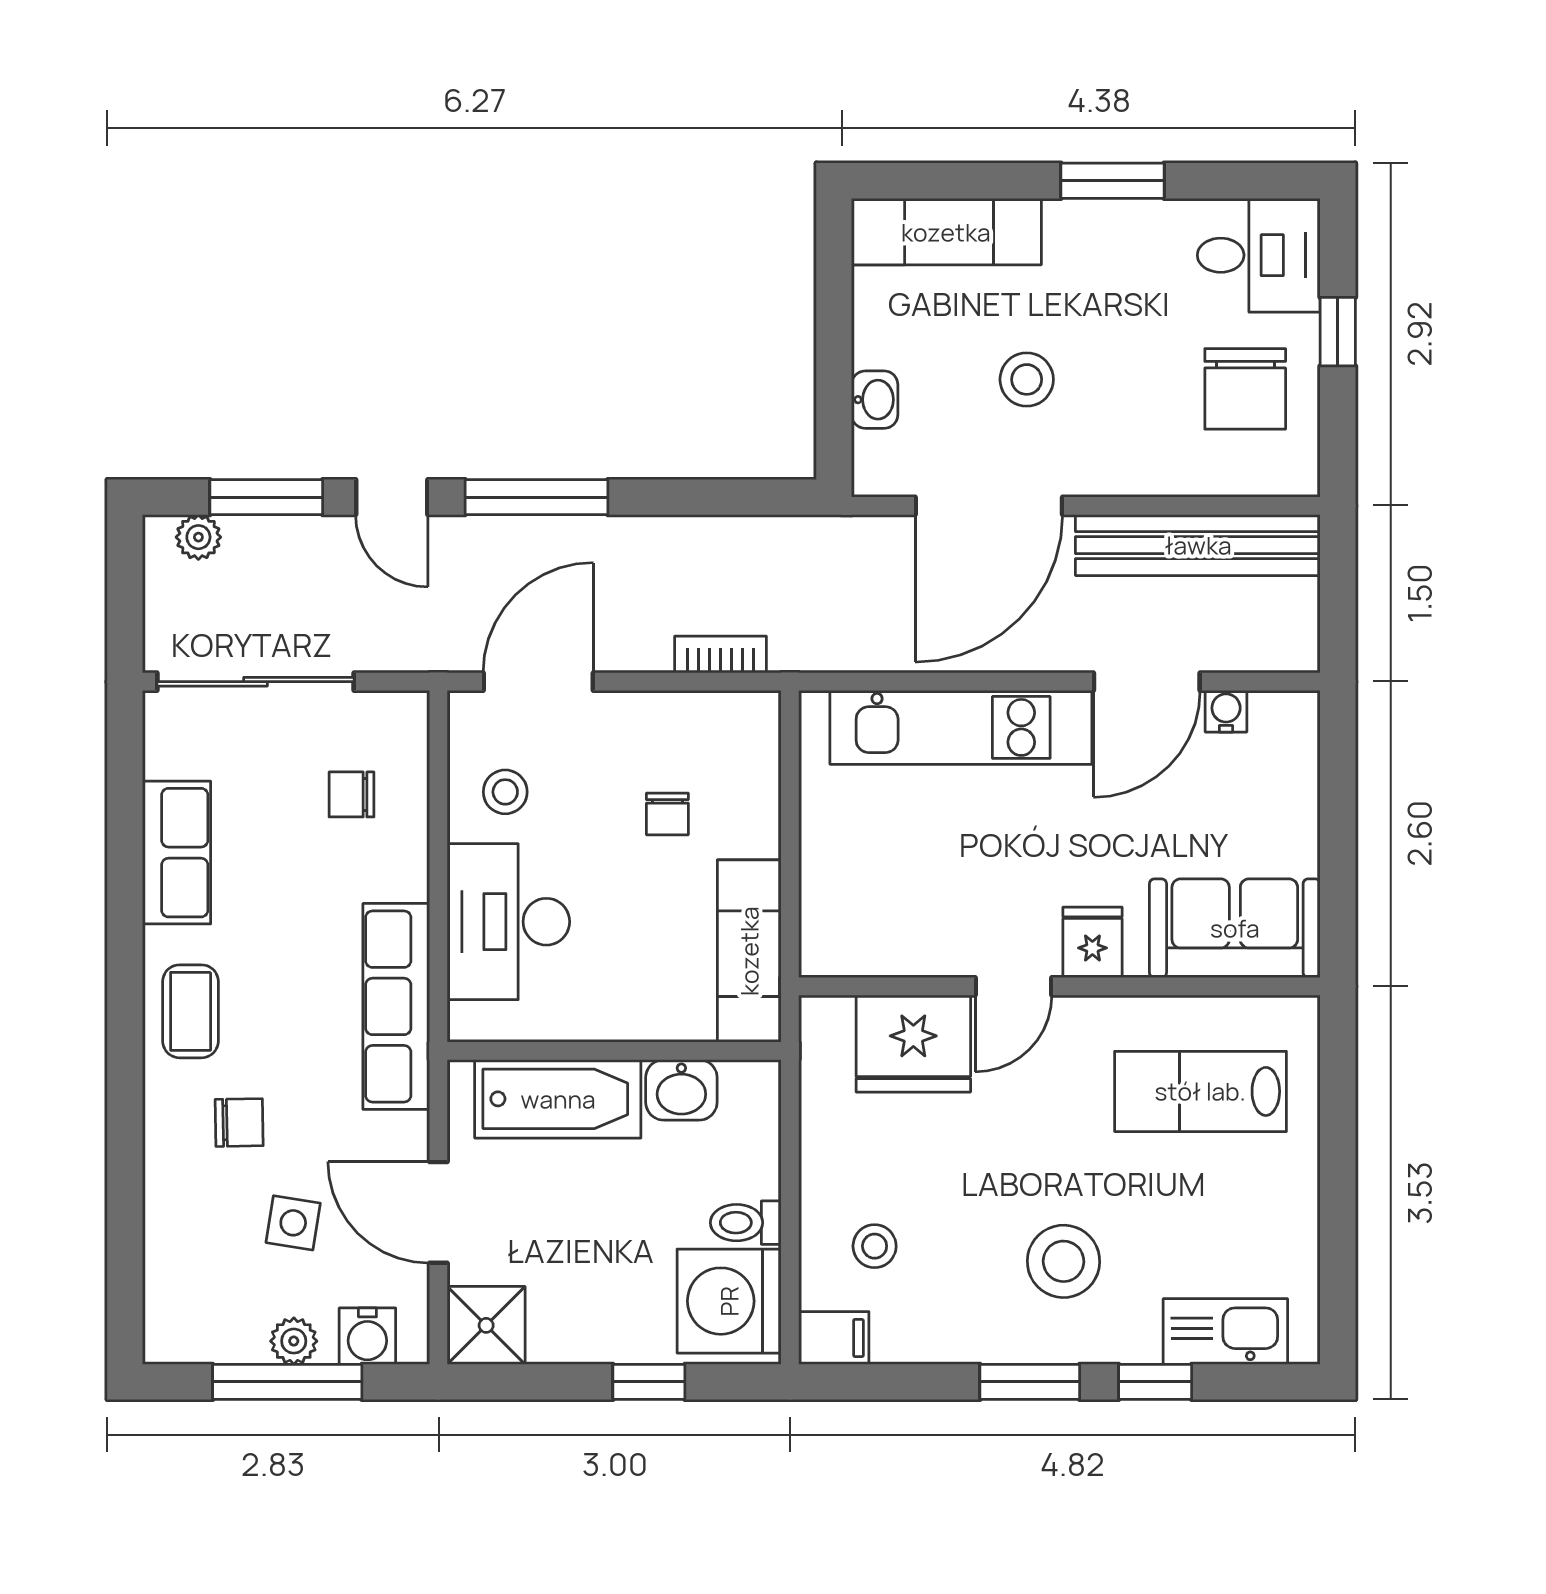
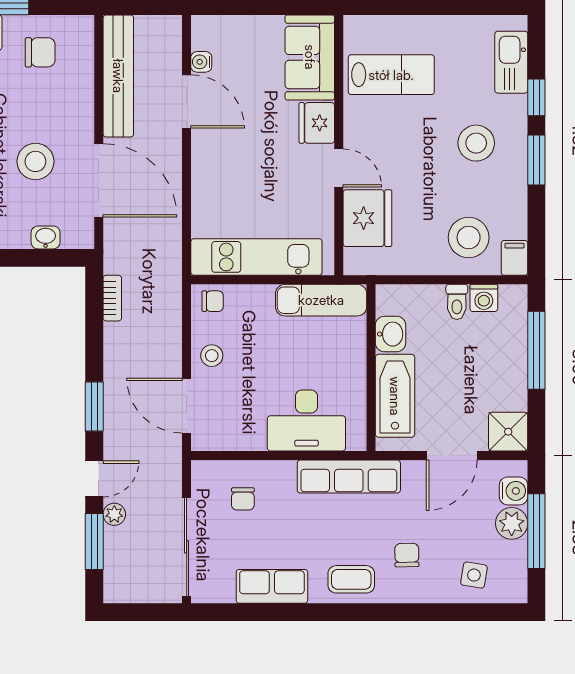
stool: (1027, 379) -> (35, 161), width x1.38, depth x1.38
chair: (1245, 389) -> (40, 52), width x0.73, depth x0.73
window: (536, 497) -> (94, 407), width x0.69
plant: (198, 537) -> (114, 514), moved
bookcase: (720, 655) -> (112, 298), moved, turned 180
kitchen unit: (961, 727) -> (256, 257), moved, turned -90
stool: (505, 792) -> (212, 356), moved
chair: (667, 814) -> (213, 301), moved
fridge: (1092, 942) -> (317, 123), width x1.38
lab bench: (1200, 1091) -> (391, 75), turned -90
side table: (293, 1223) -> (474, 575), moved
stool: (875, 1246) -> (469, 238), width x1.89, depth x1.89
washing machine: (729, 1301) -> (484, 298), width x0.53, depth x0.53
plant: (294, 1341) -> (512, 523), width x1.38, depth x1.38
window: (649, 1382) -> (536, 350), width x2.17

